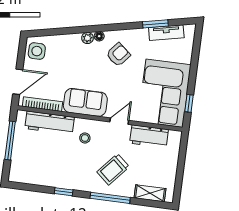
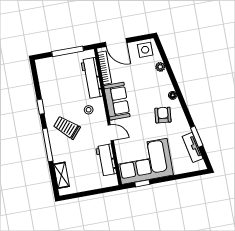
plant: (87, 38) -> (160, 67), moved
armchair: (118, 55) -> (163, 115), turned -124
trolley: (113, 169) -> (67, 127), moved

